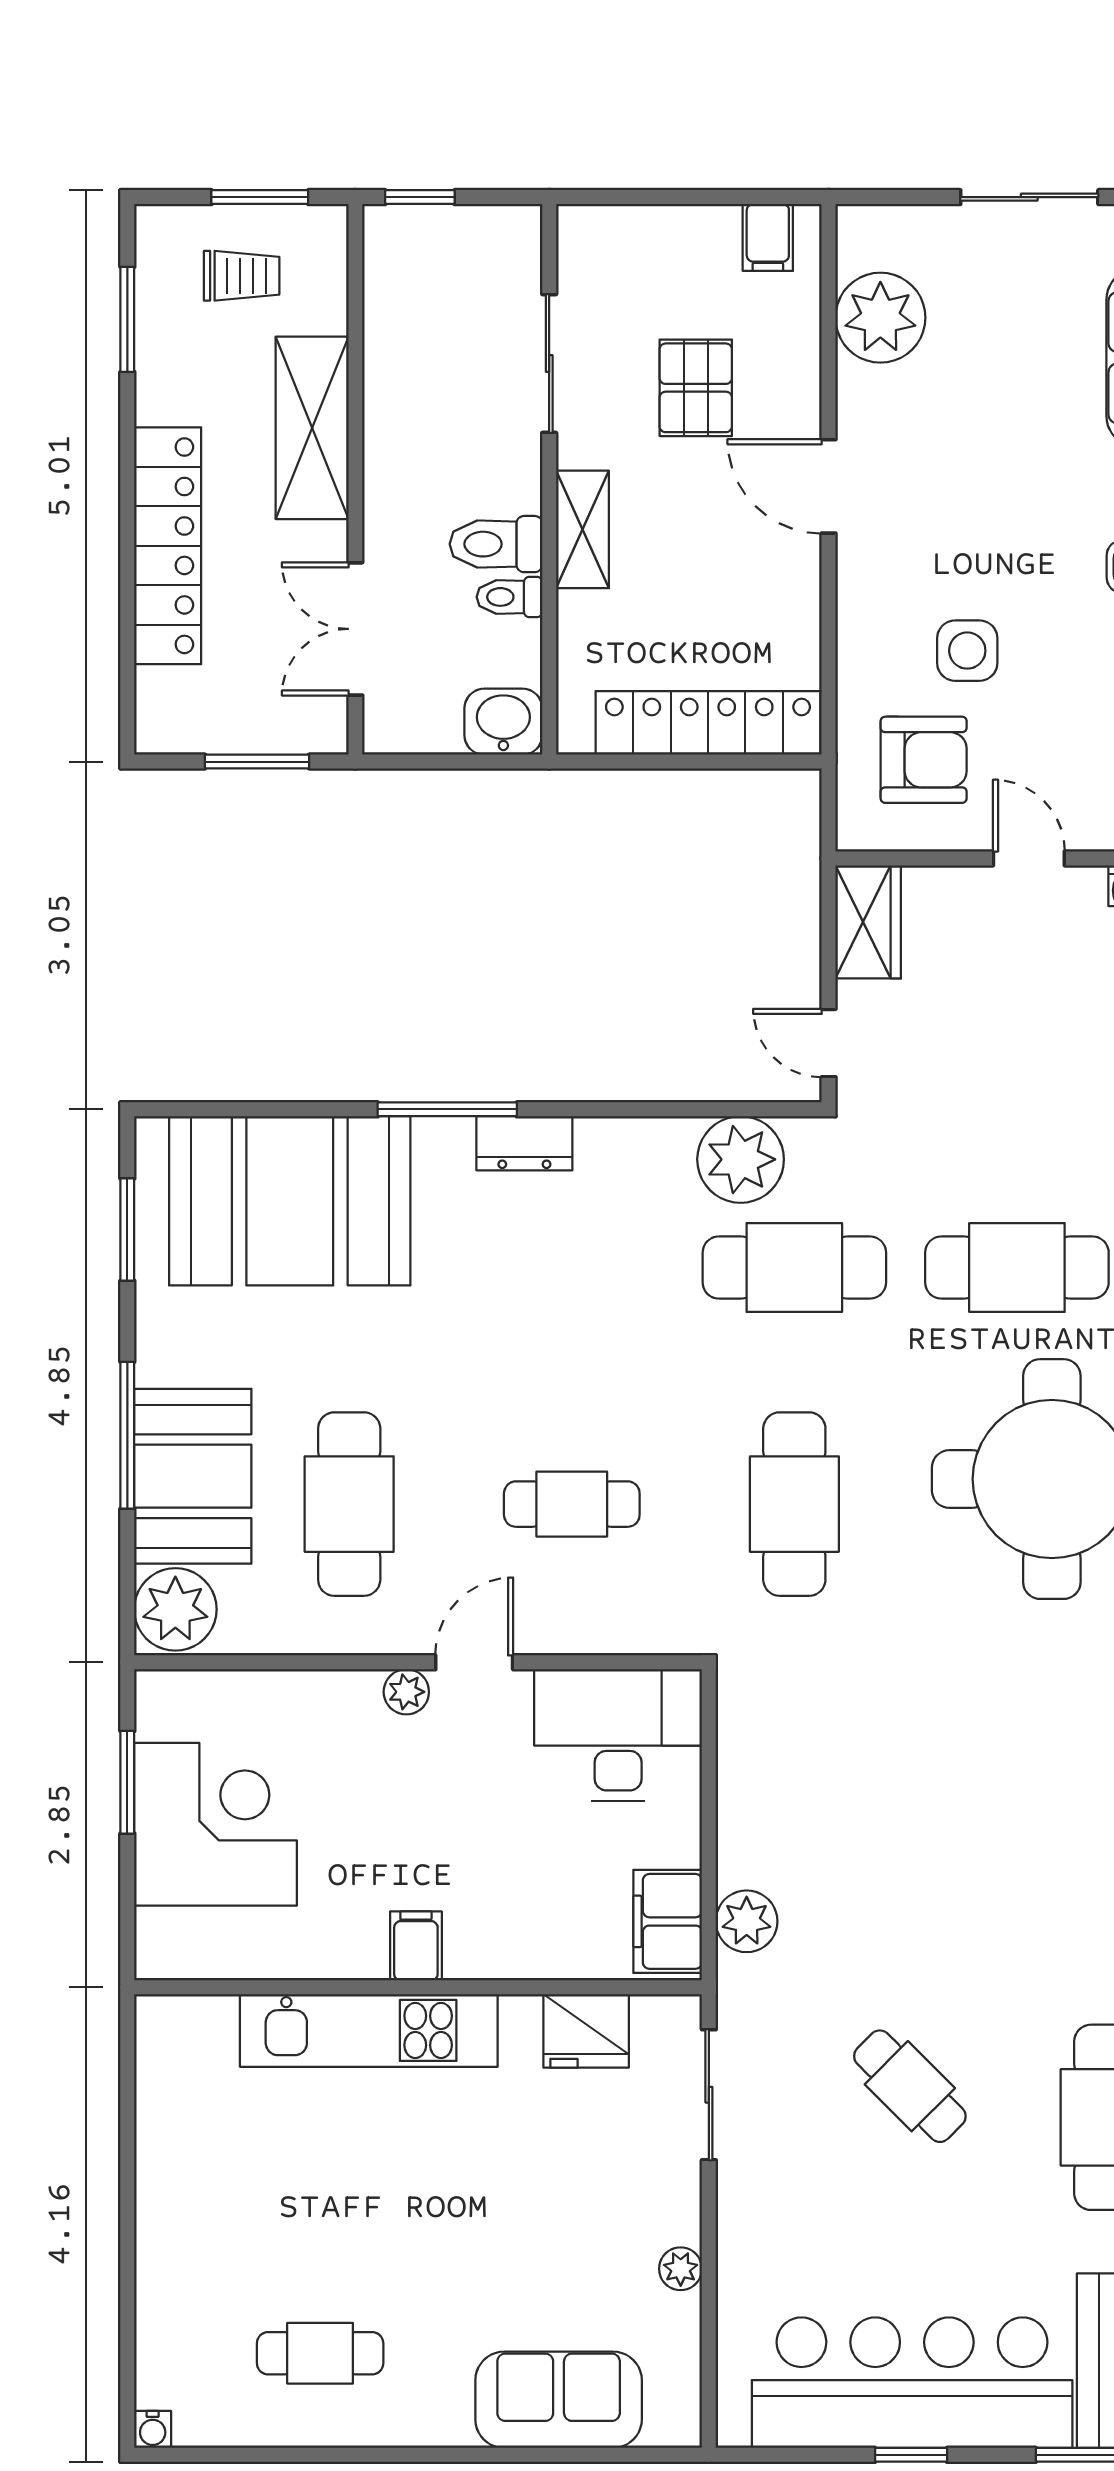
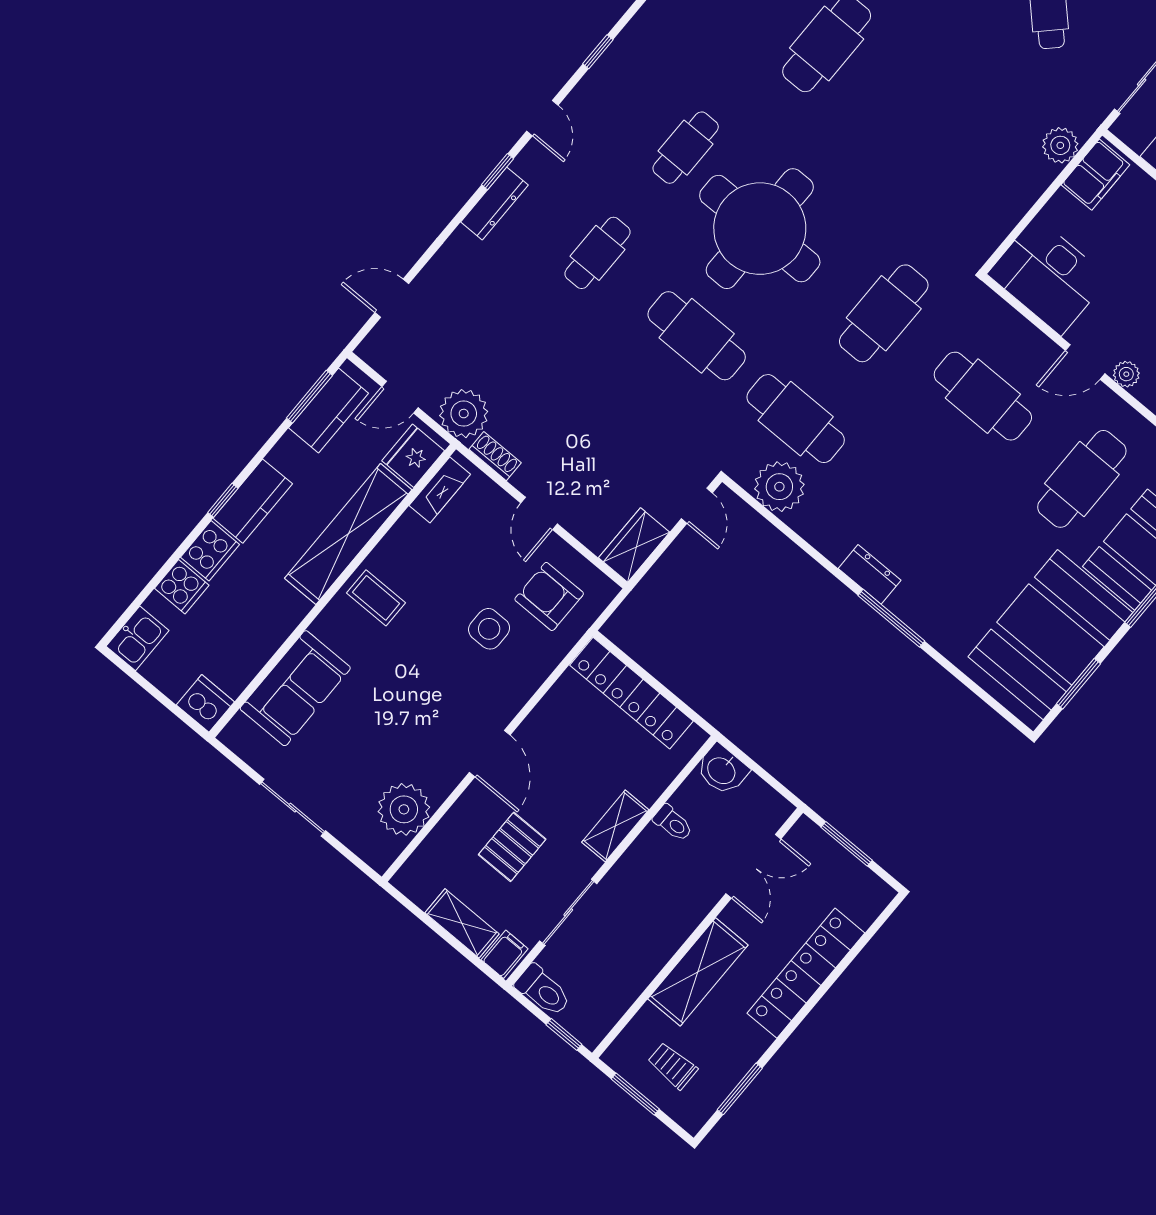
shelving: (677, 231) -> (462, 923), added
filing cabinet: (768, 237) -> (505, 954), moved
toilet: (496, 544) -> (543, 991), moved
booth: (290, 1201) -> (1050, 635), moved, turned 90
cafe table: (572, 1504) -> (983, 396), width x1.37, depth x1.35

